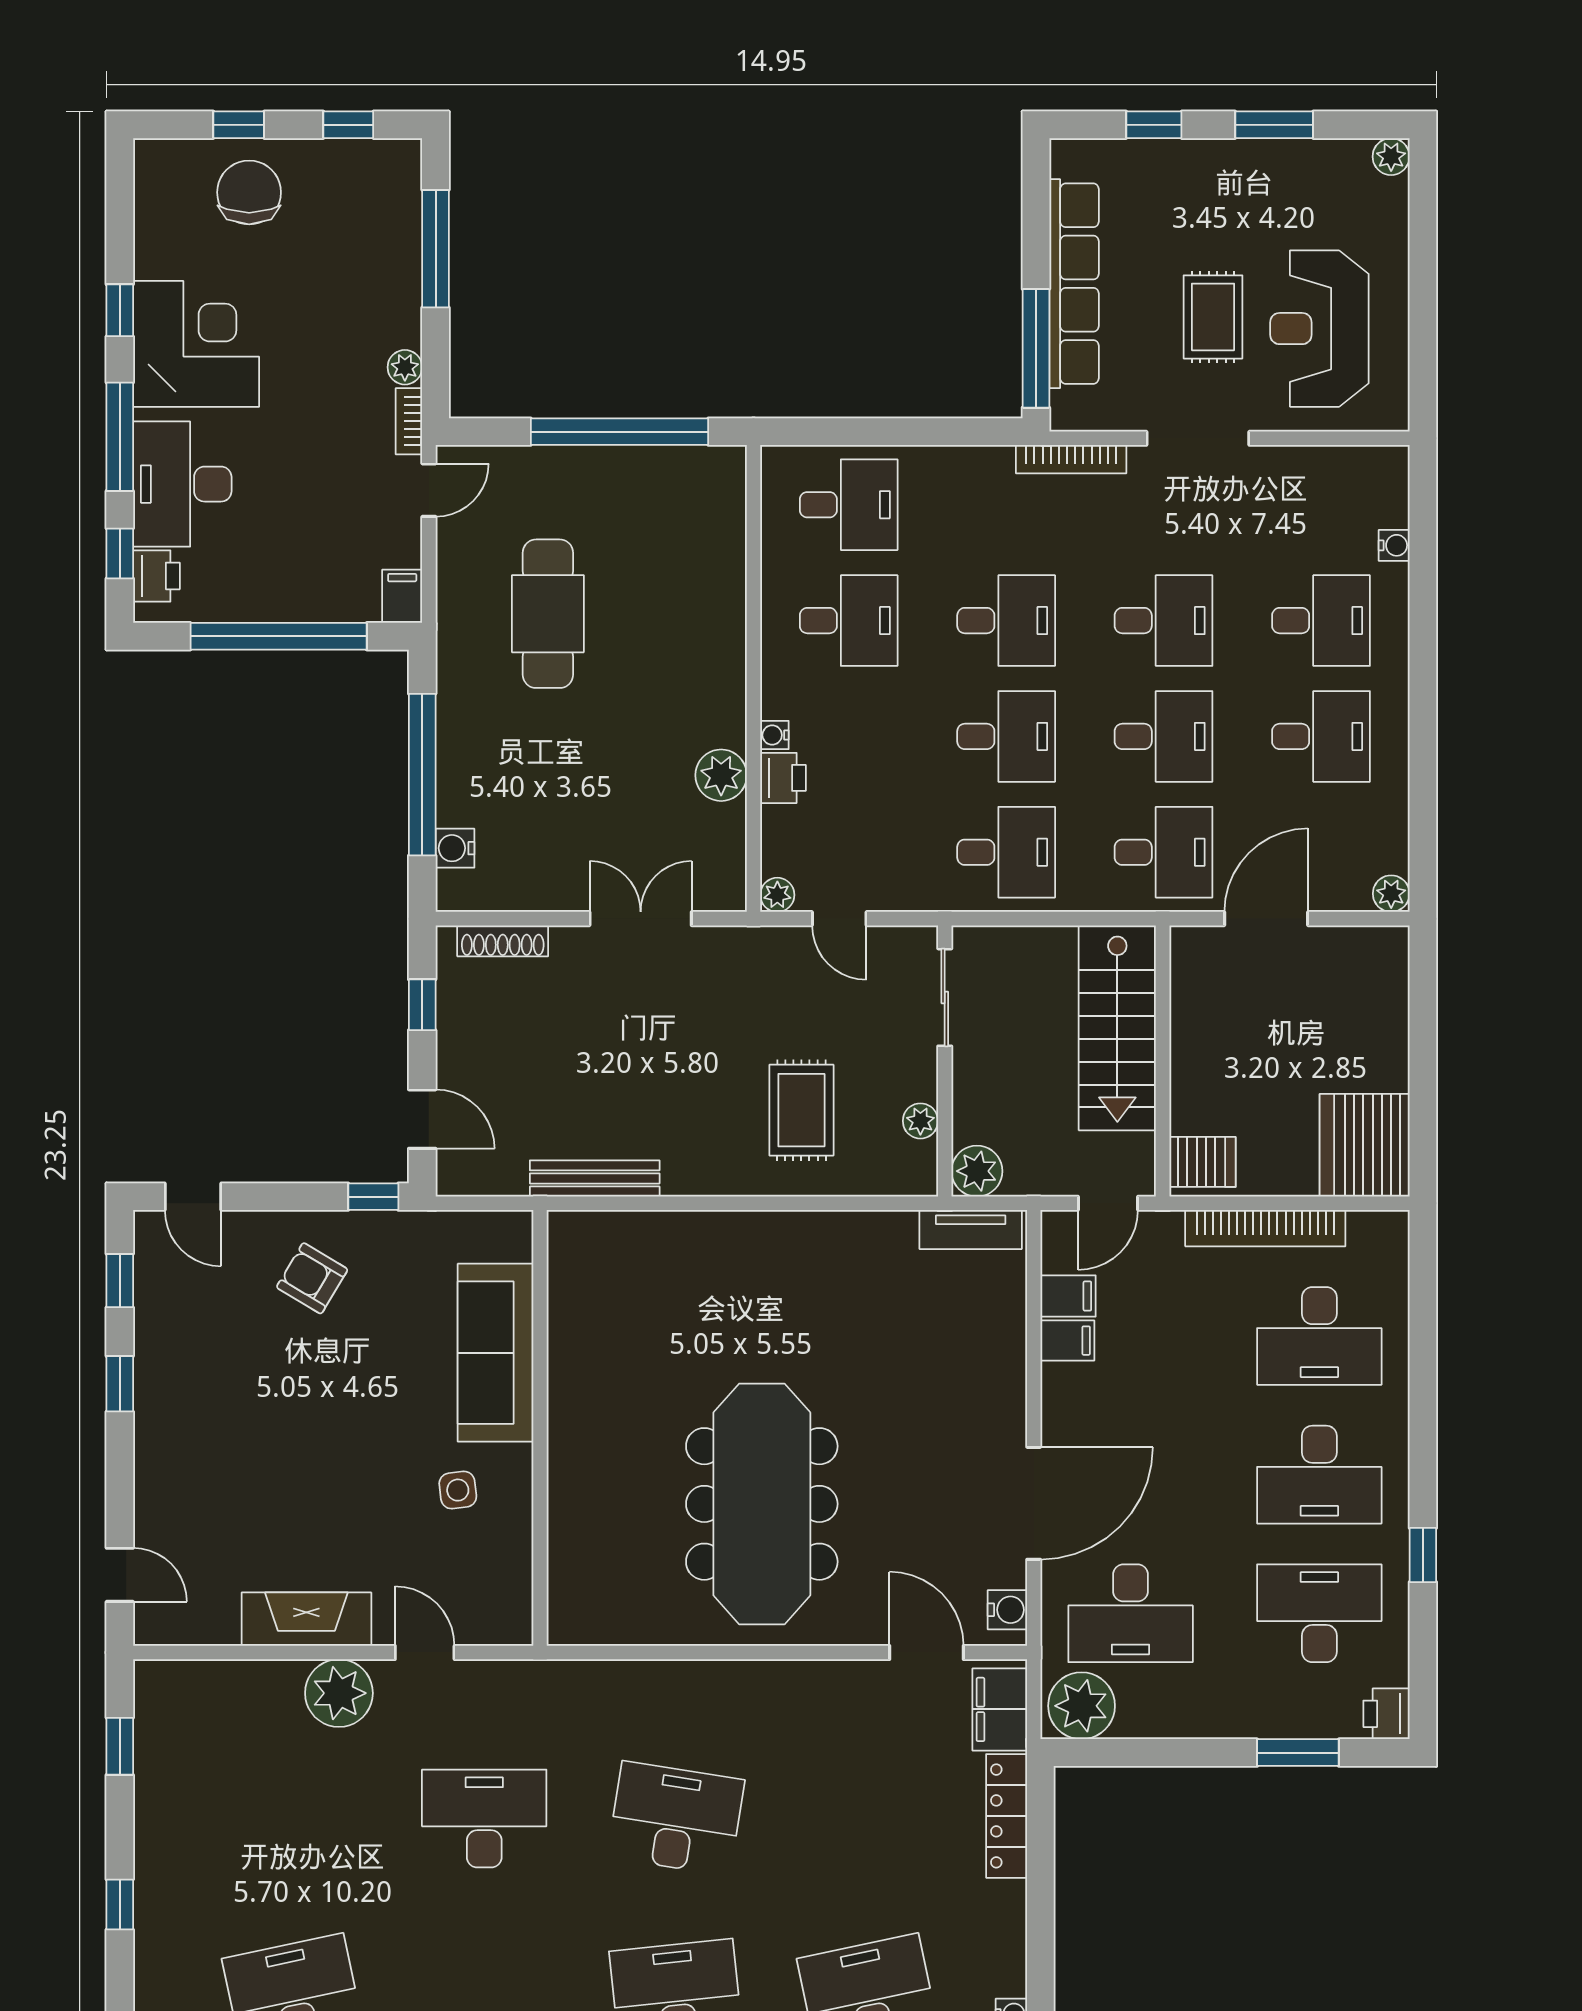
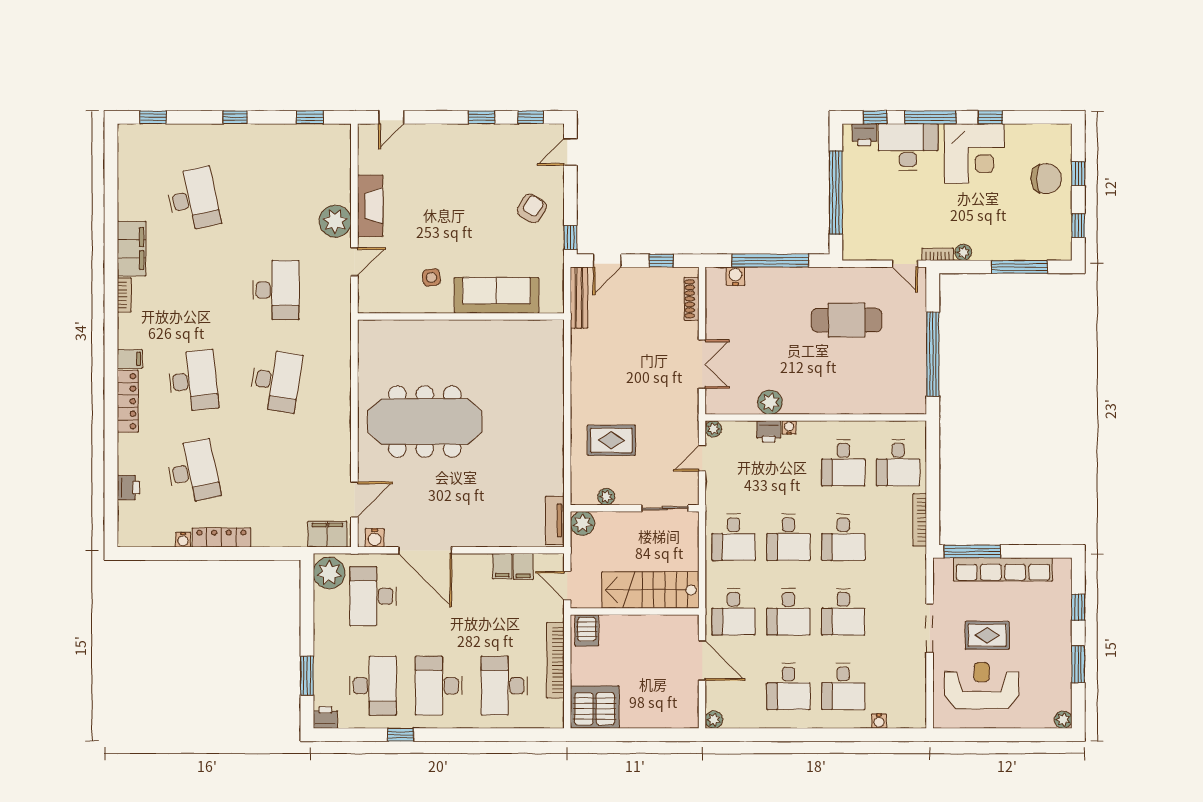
bookcase: (1071, 459) -> (920, 520), moved
filing cabinet: (402, 596) -> (855, 251), removed
bench: (595, 1178) -> (579, 298), moved
locker: (1007, 1816) -> (221, 537), moved

